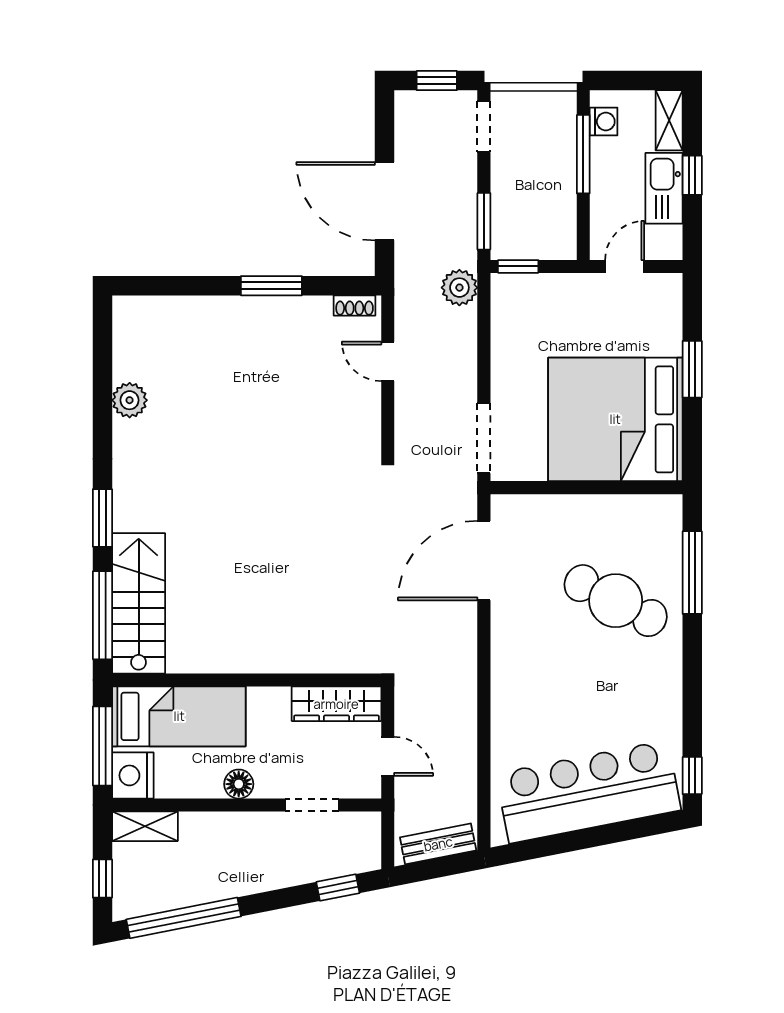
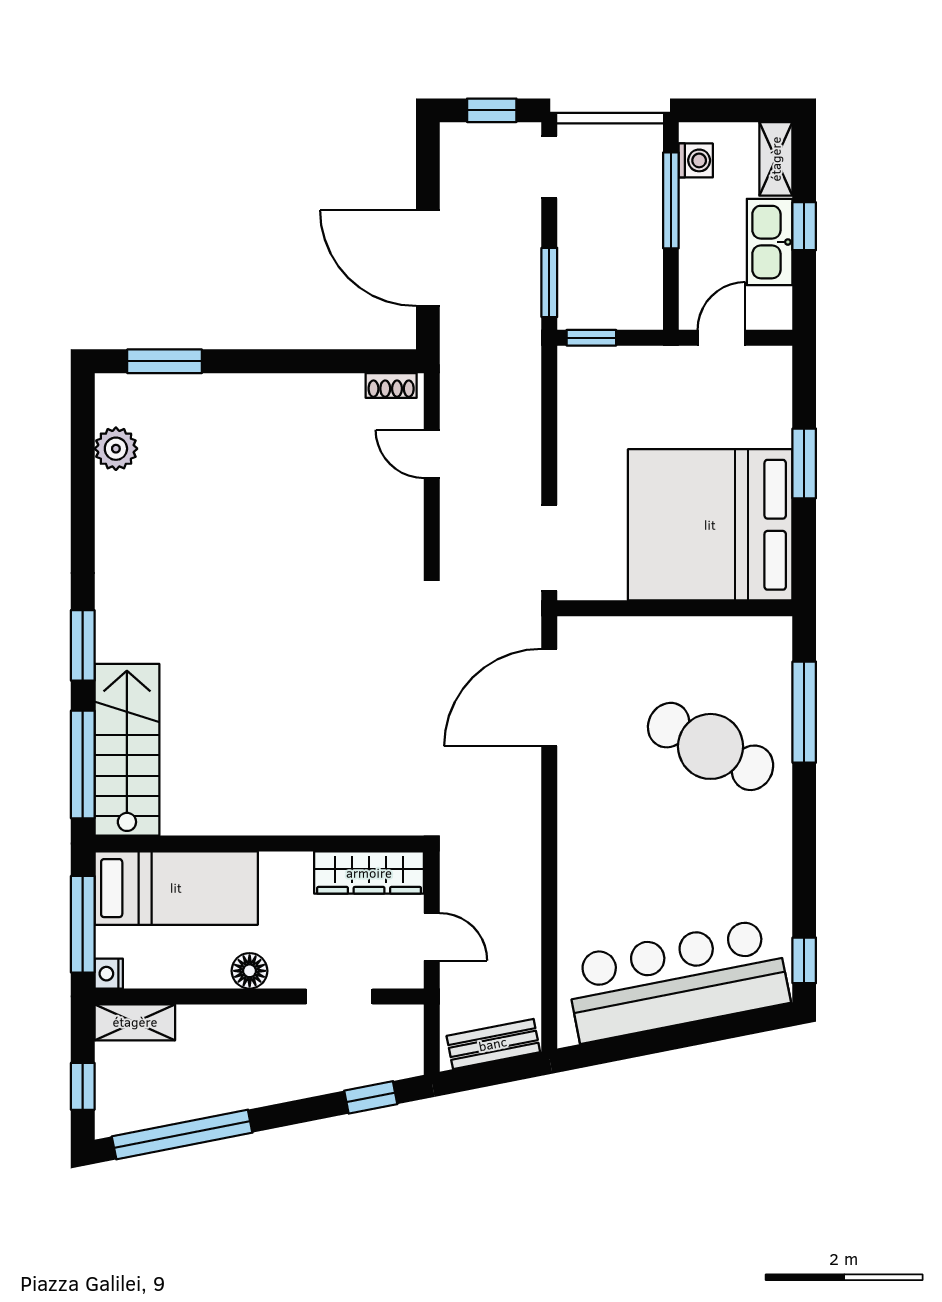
window: (271, 286) -> (165, 361), moved
plant: (459, 288) -> (519, 364), removed
plant: (130, 400) -> (116, 449), moved
nightstand: (133, 775) -> (109, 974), width x0.53, depth x0.56

